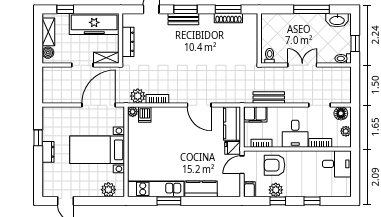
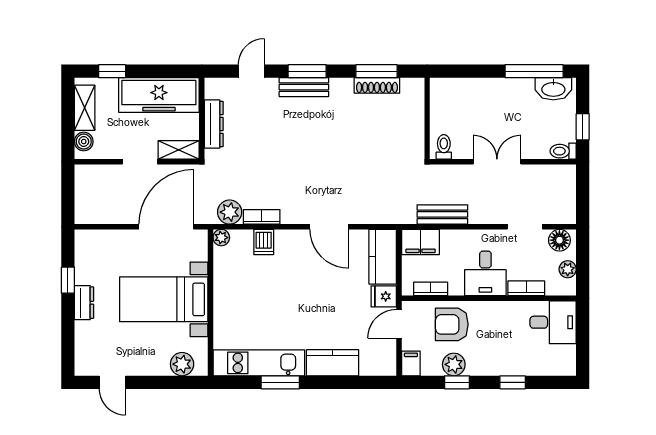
window: (311, 9) -> (534, 71), moved
dishwasher: (145, 114) -> (264, 242), moved

